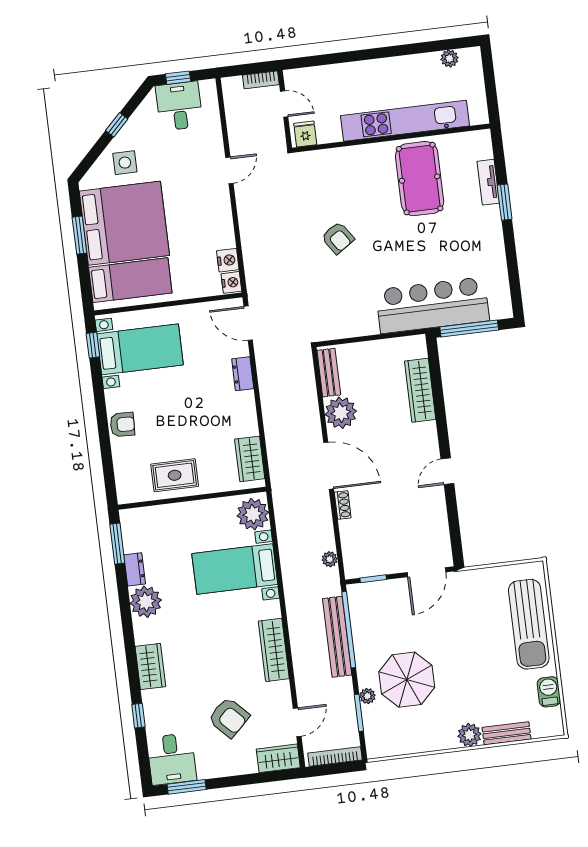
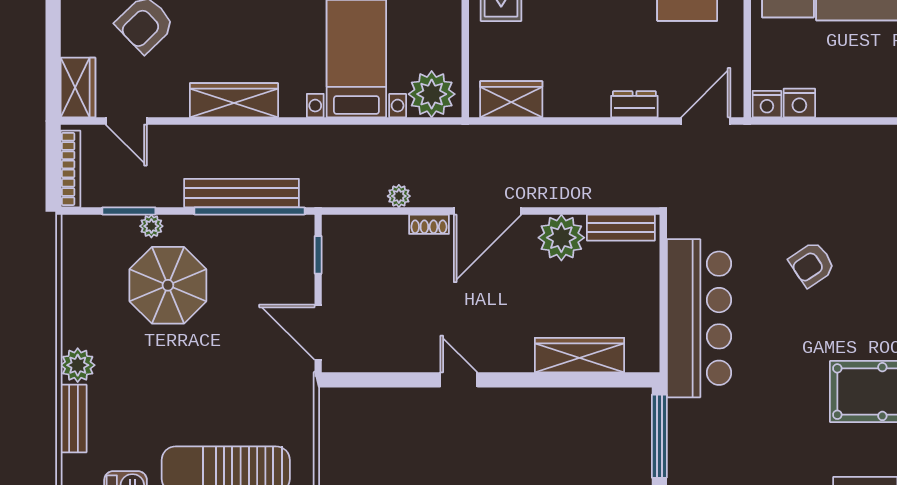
bar counter: (432, 305) -> (699, 318), moved
plant: (330, 559) -> (399, 196), moved

